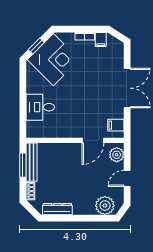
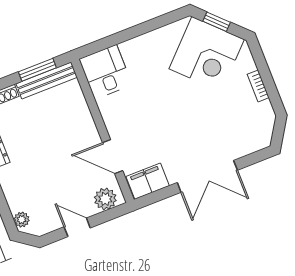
filing cabinet: (101, 40) -> (262, 111), removed
desk: (40, 107) -> (105, 72), moved
filing cabinet: (116, 125) -> (148, 181), width x2.00
plant: (105, 206) -> (22, 220), width x0.53, depth x0.53

